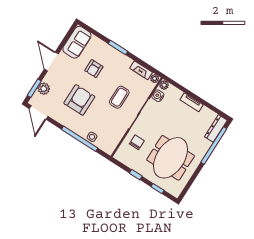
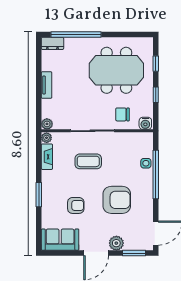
plant: (44, 89) -> (116, 243), moved
water cooler: (158, 96) -> (145, 123), moved
armchair: (79, 100) -> (117, 200), turned 180
dresser: (216, 128) -> (52, 43), width x0.70

